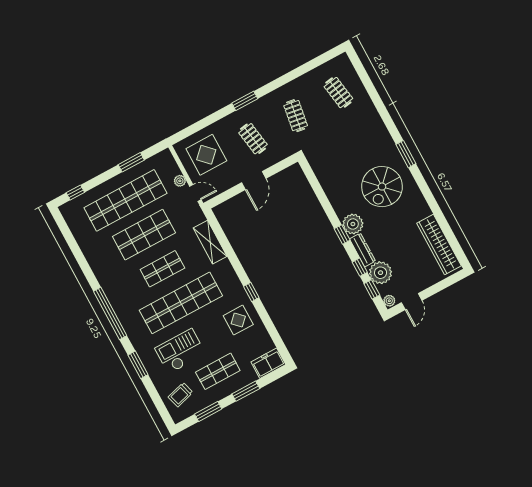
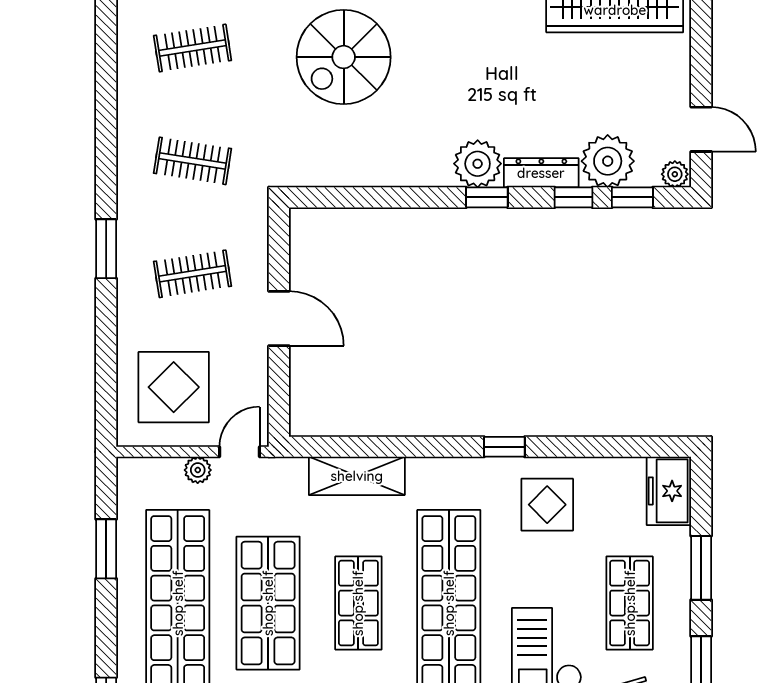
spiral stairs: (382, 187) -> (344, 57), moved, turned 90

